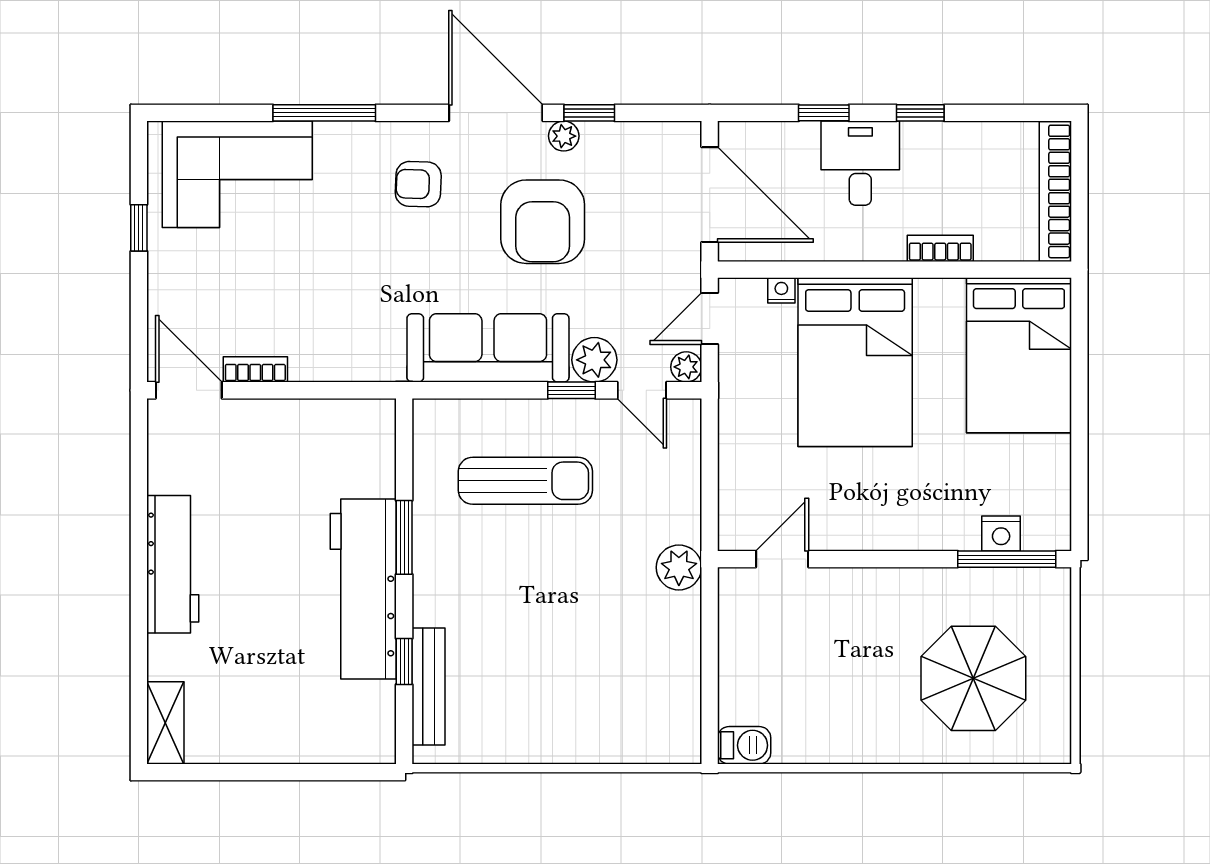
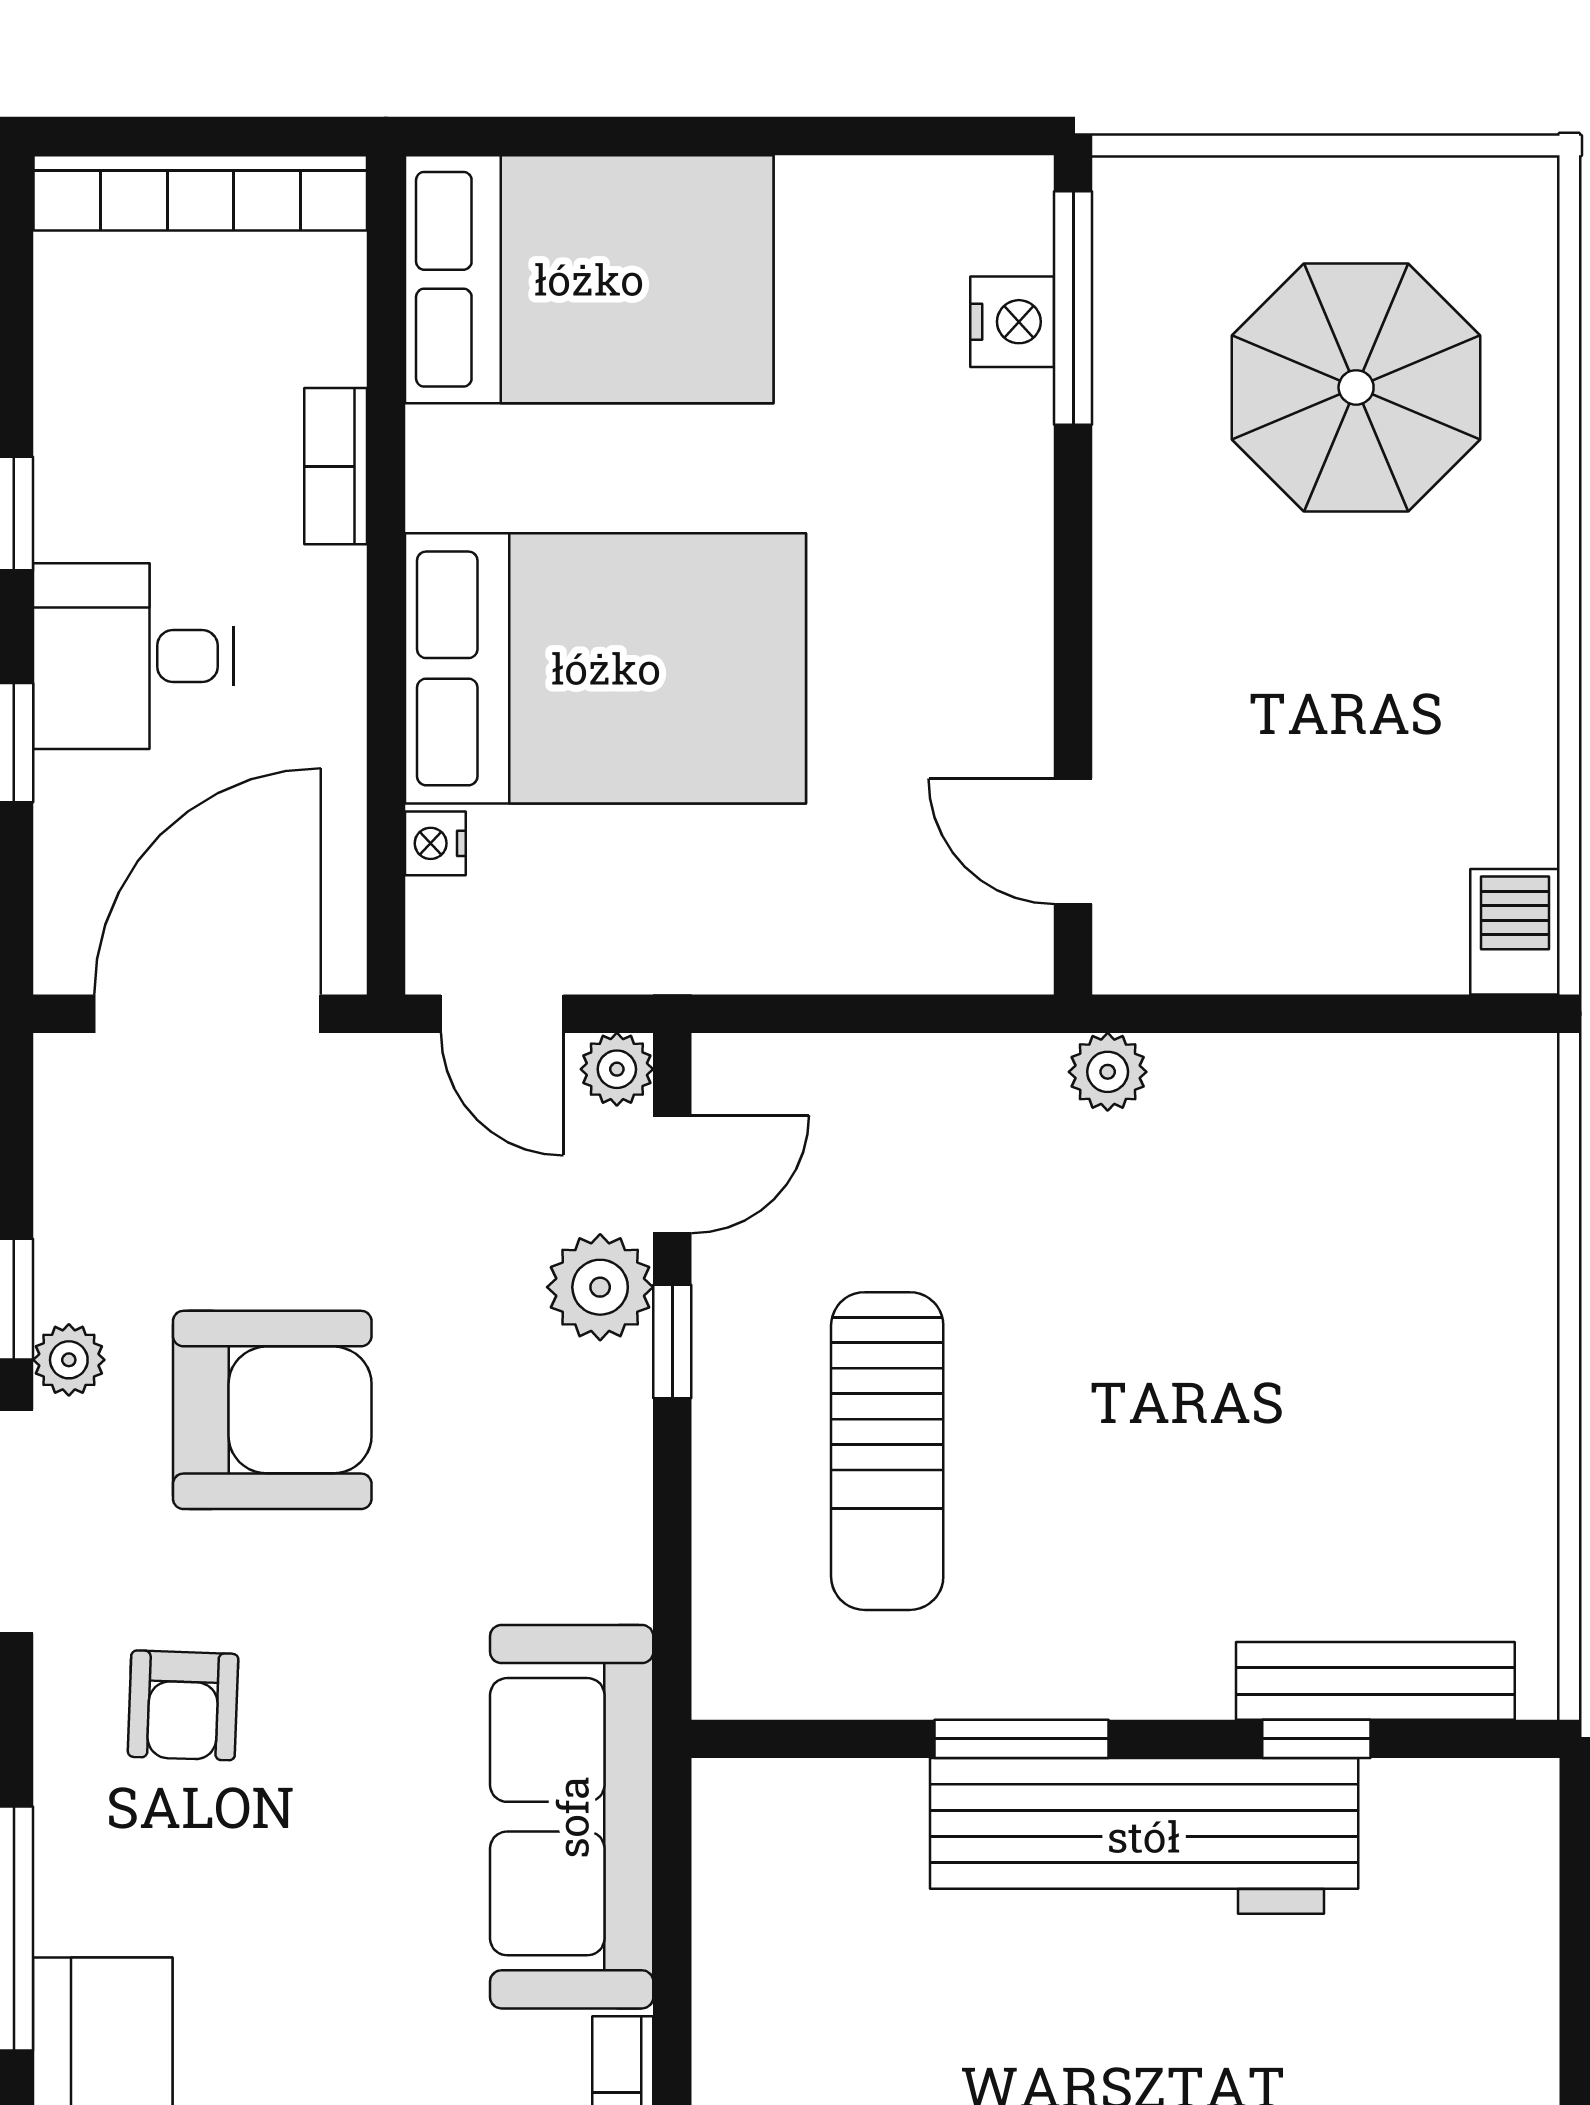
sofa: (488, 348) -> (572, 1817), moved
sun lounger: (525, 481) -> (887, 1451), turned 180
plant: (679, 567) -> (1108, 1072), width x0.73, depth x0.73

